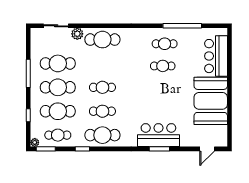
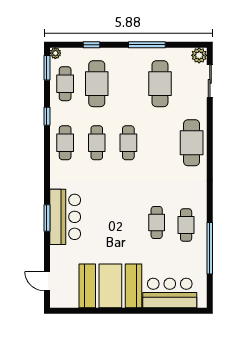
plant: (77, 34) -> (199, 55), moved
cafe table: (58, 87) -> (128, 84), removed
cafe table: (102, 135) -> (65, 143), width x0.73, depth x0.74

